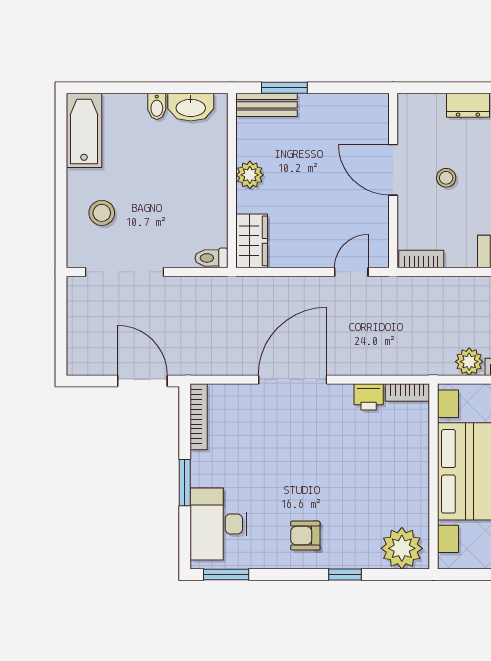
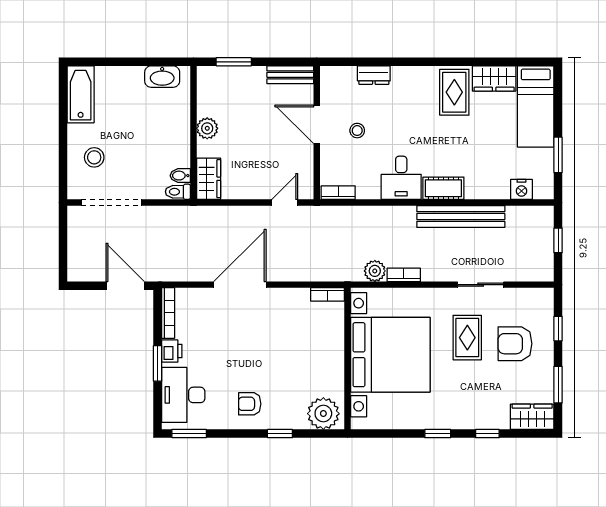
bench: (266, 105) -> (290, 75), moved
bidet: (157, 106) -> (180, 176), moved, turned 90
printer: (369, 397) -> (172, 351), moved, turned -90

